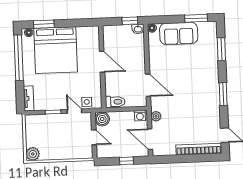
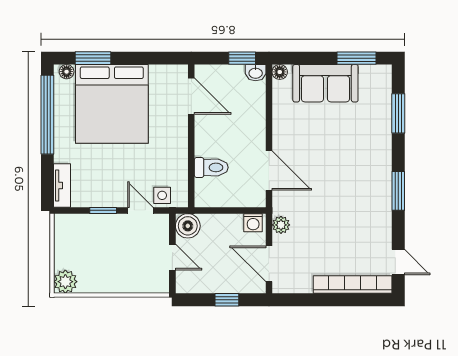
door: (102, 62) -> (191, 96), moved
toilet: (115, 102) -> (211, 167), moved

